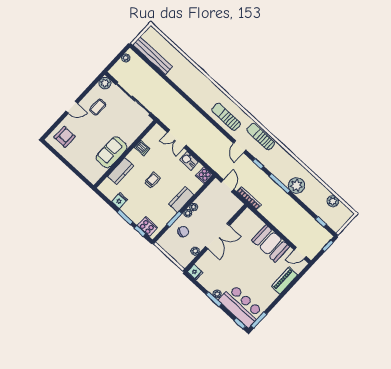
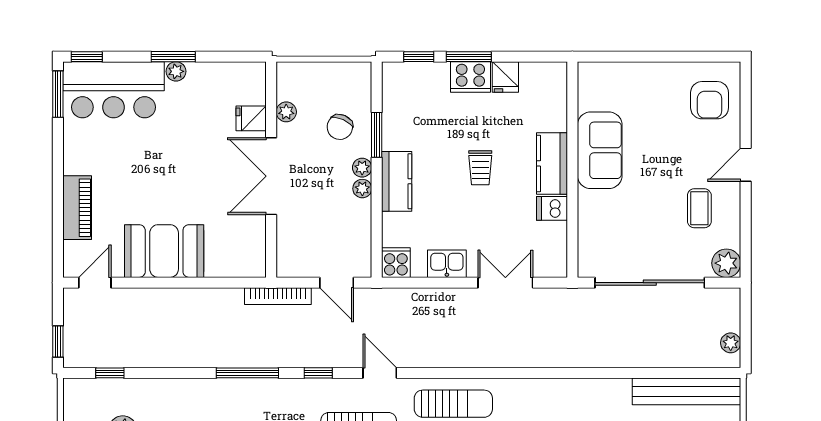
kitchen counter: (121, 171) -> (552, 163), moved
plant: (296, 186) -> (213, 397), removed
cooker: (147, 226) -> (470, 77), moved
fridge: (195, 272) -> (251, 118), moved

